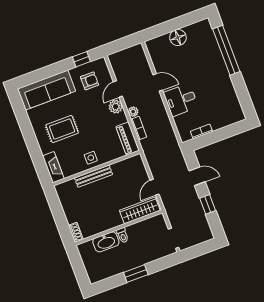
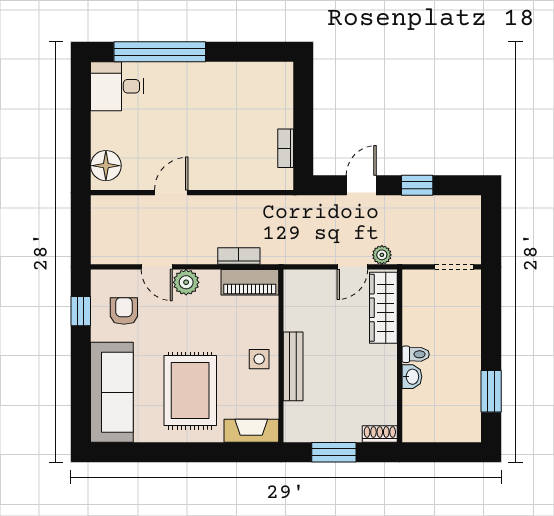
floor lamp: (178, 37) -> (106, 166), moved
desk: (181, 100) -> (117, 86), moved, turned 90
plant: (133, 112) -> (382, 255), moved
rug: (62, 129) -> (190, 391), width x1.36, depth x1.43
door: (155, 187) -> (352, 267), hinge flipped
window: (58, 213) -> (334, 452), added
washbasin: (106, 242) -> (412, 377), width x0.52, depth x0.69
window: (136, 273) -> (491, 391), moved

